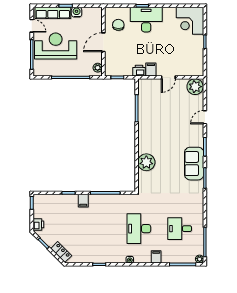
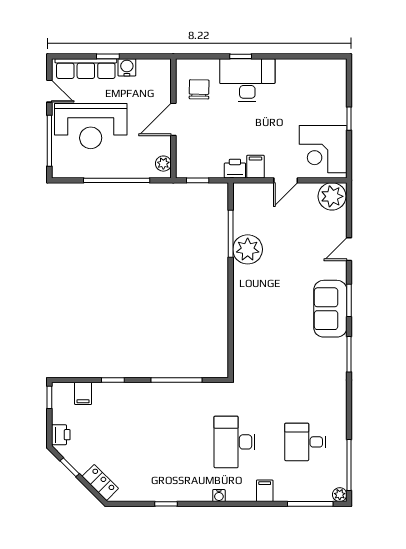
corner desk: (190, 21) -> (323, 149), moved
reception desk: (56, 46) -> (91, 126), turned 180
plant: (146, 162) -> (248, 249), moved
sofa: (194, 164) -> (330, 309), moved
filing cabinet: (83, 201) -> (83, 393), moved

